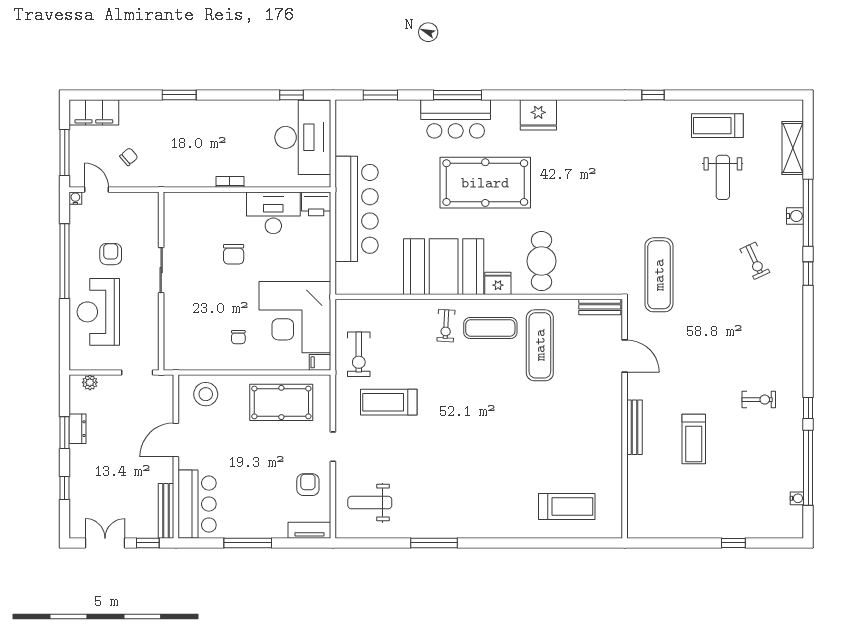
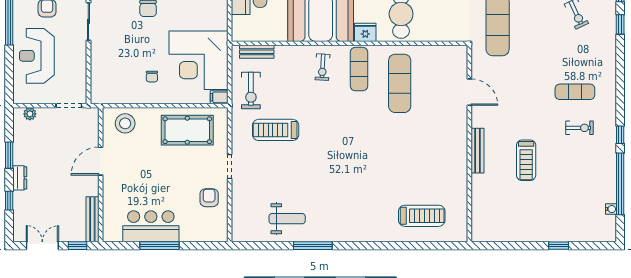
bench: (600, 307) -> (257, 52), moved
exercise mat: (490, 328) -> (359, 69), turned 90
exercise mat: (753, 356) -> (575, 92), added
dresser: (78, 429) -> (20, 178), moved
weight bench: (370, 503) -> (287, 219), moved, turned 180
bar counter: (197, 504) -> (151, 226), moved, turned -90
tv unit: (309, 530) -> (210, 235), removed

